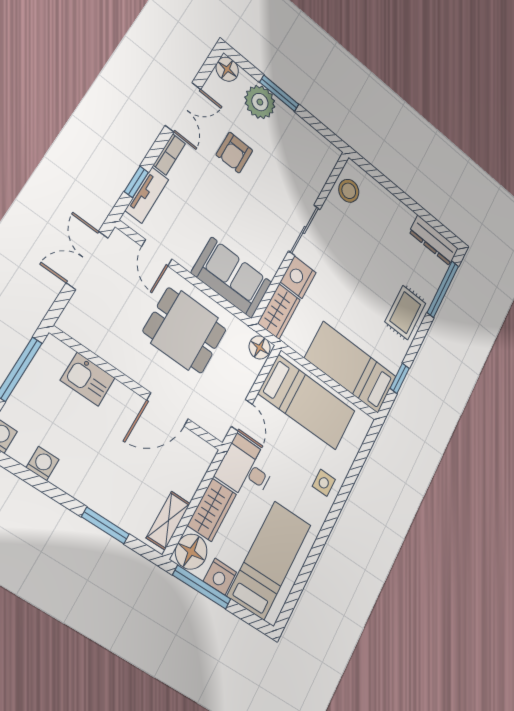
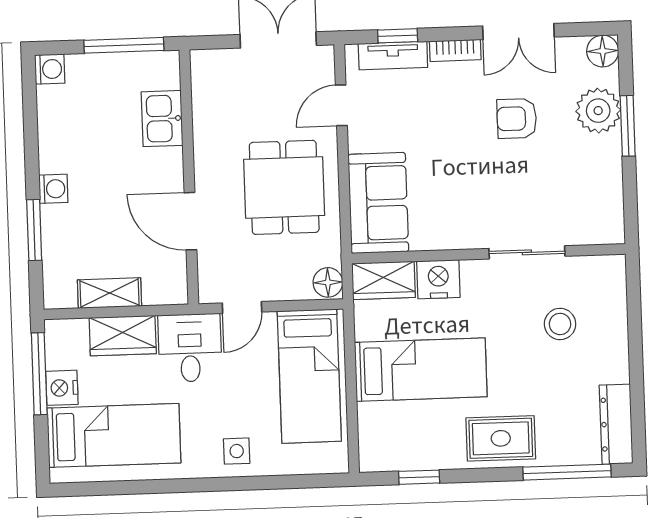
stool: (349, 191) -> (560, 324), moved
sliding door: (304, 230) -> (527, 252), moved
bed: (351, 367) -> (421, 370), moved, turned 90
washing machine: (43, 464) -> (53, 189), moved
shelving: (168, 521) -> (110, 293), moved
floor lamp: (191, 552) -> (67, 339), removed

